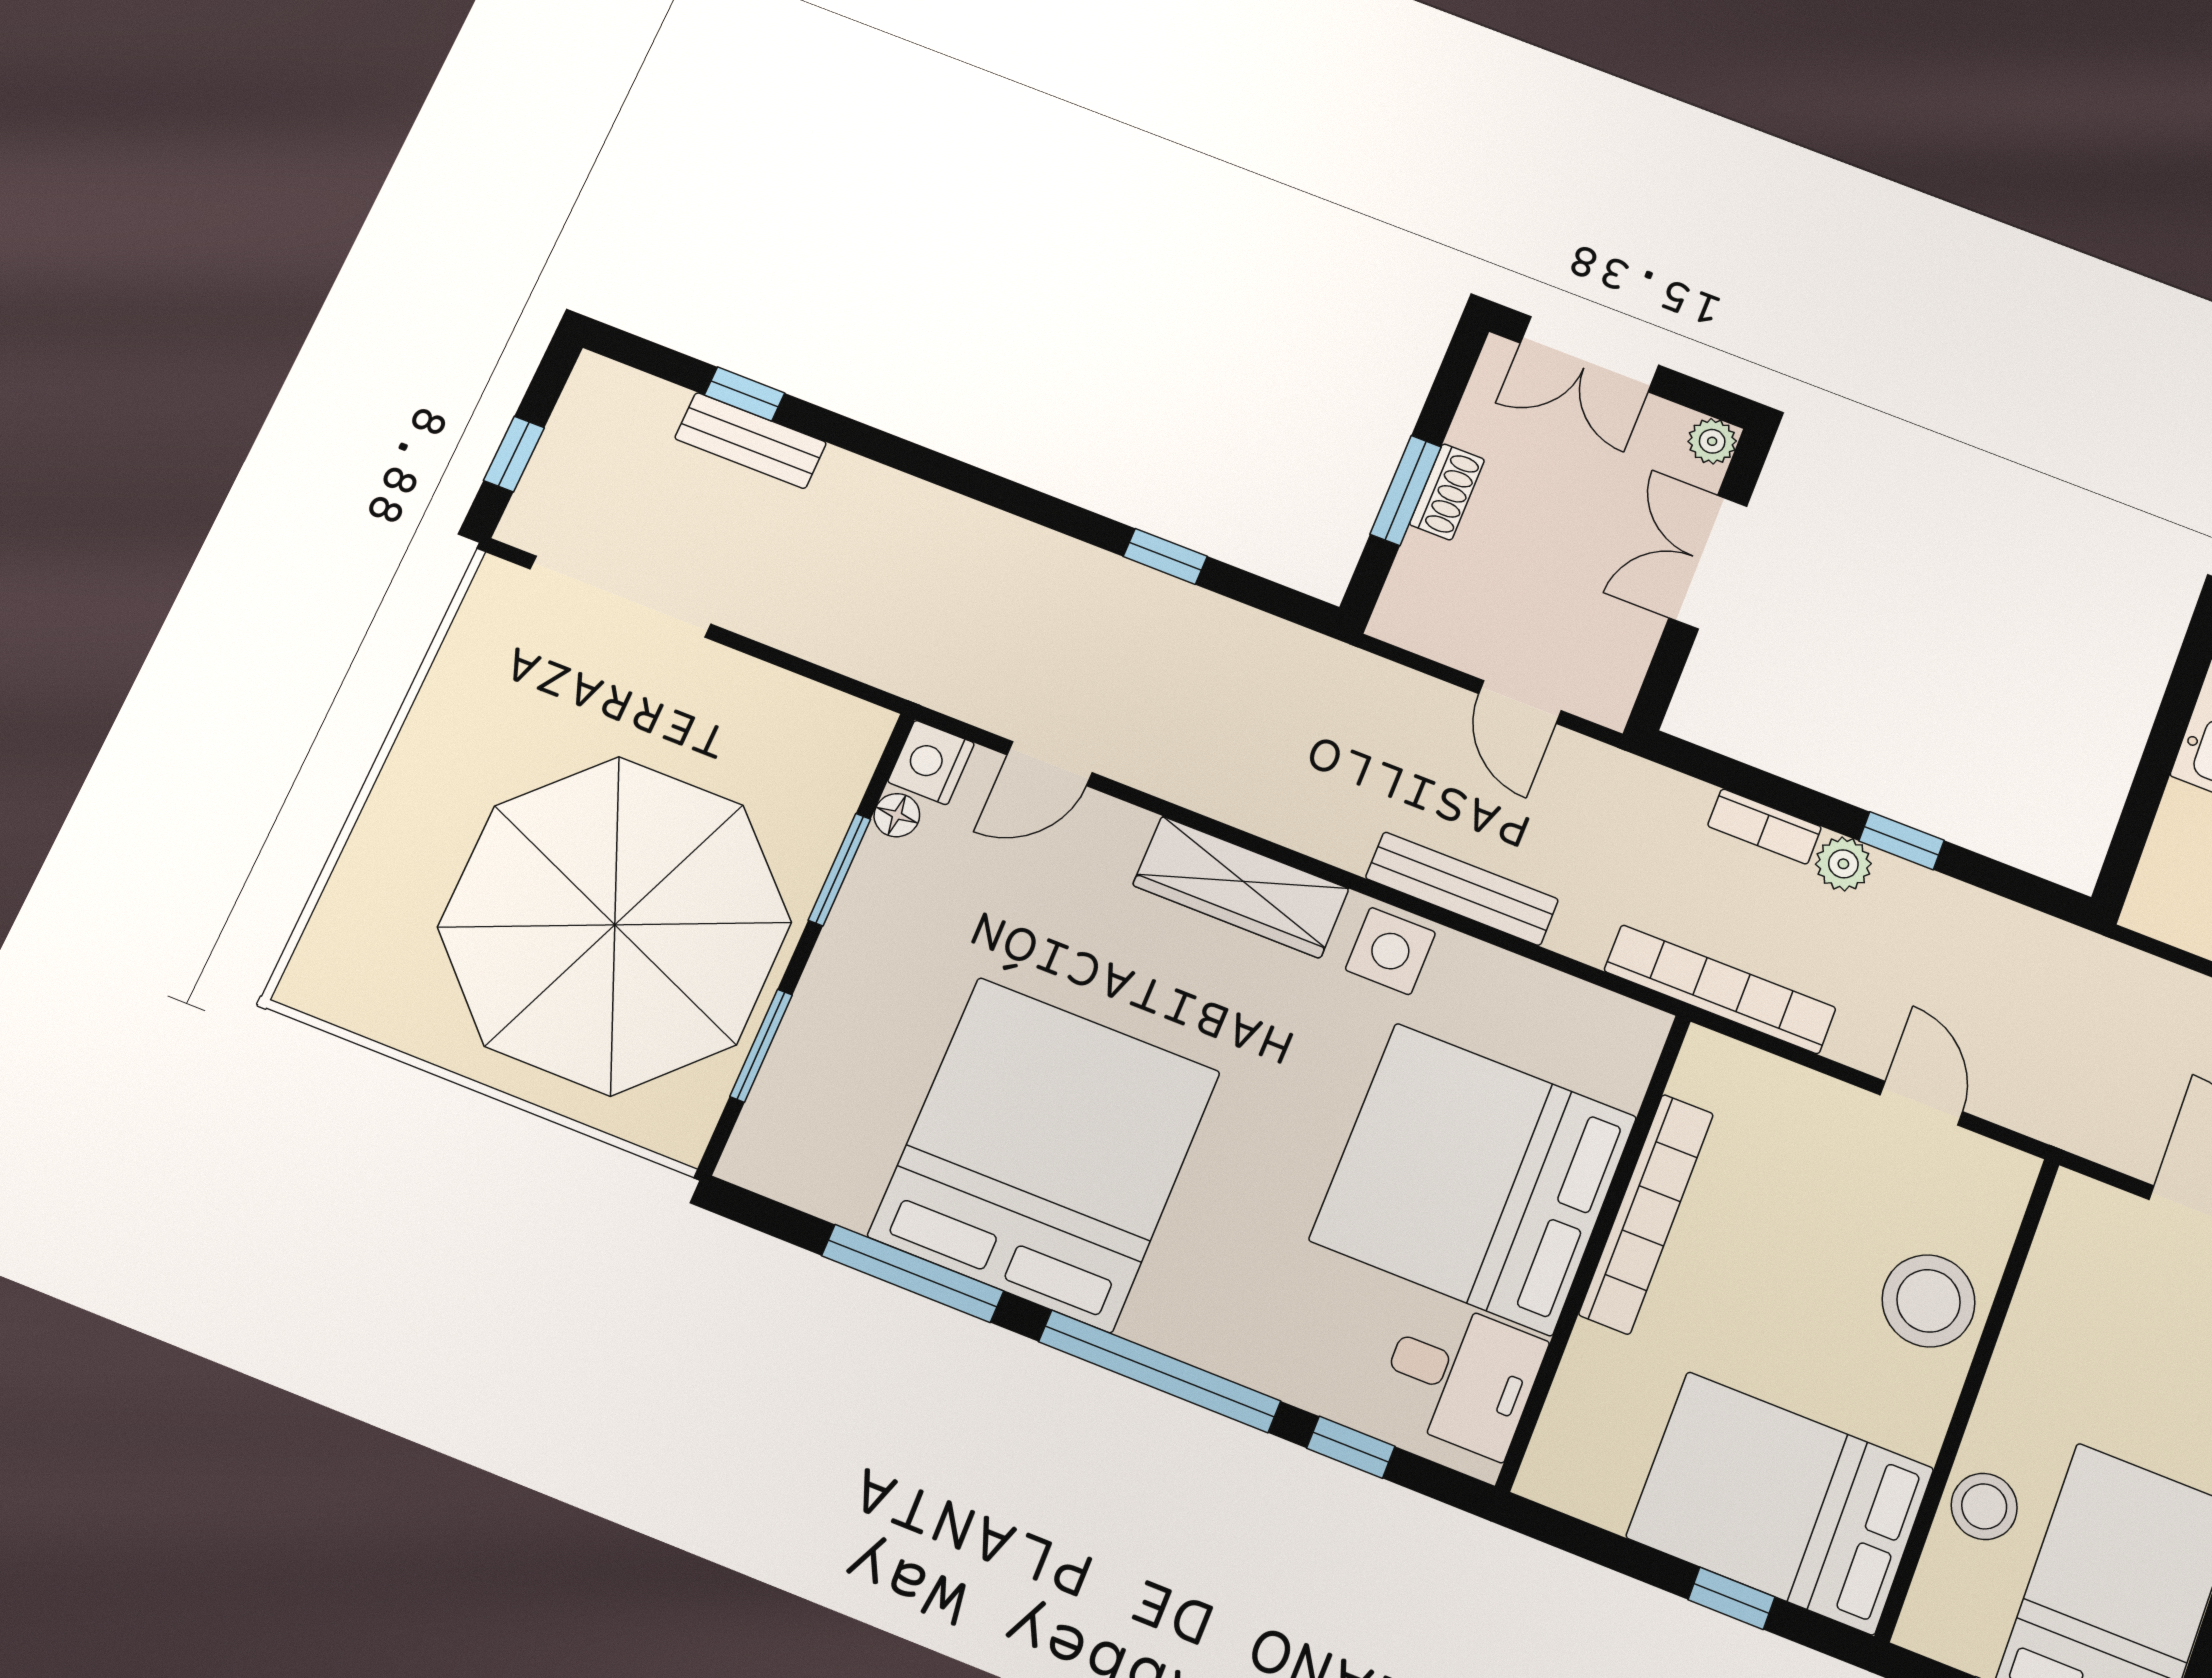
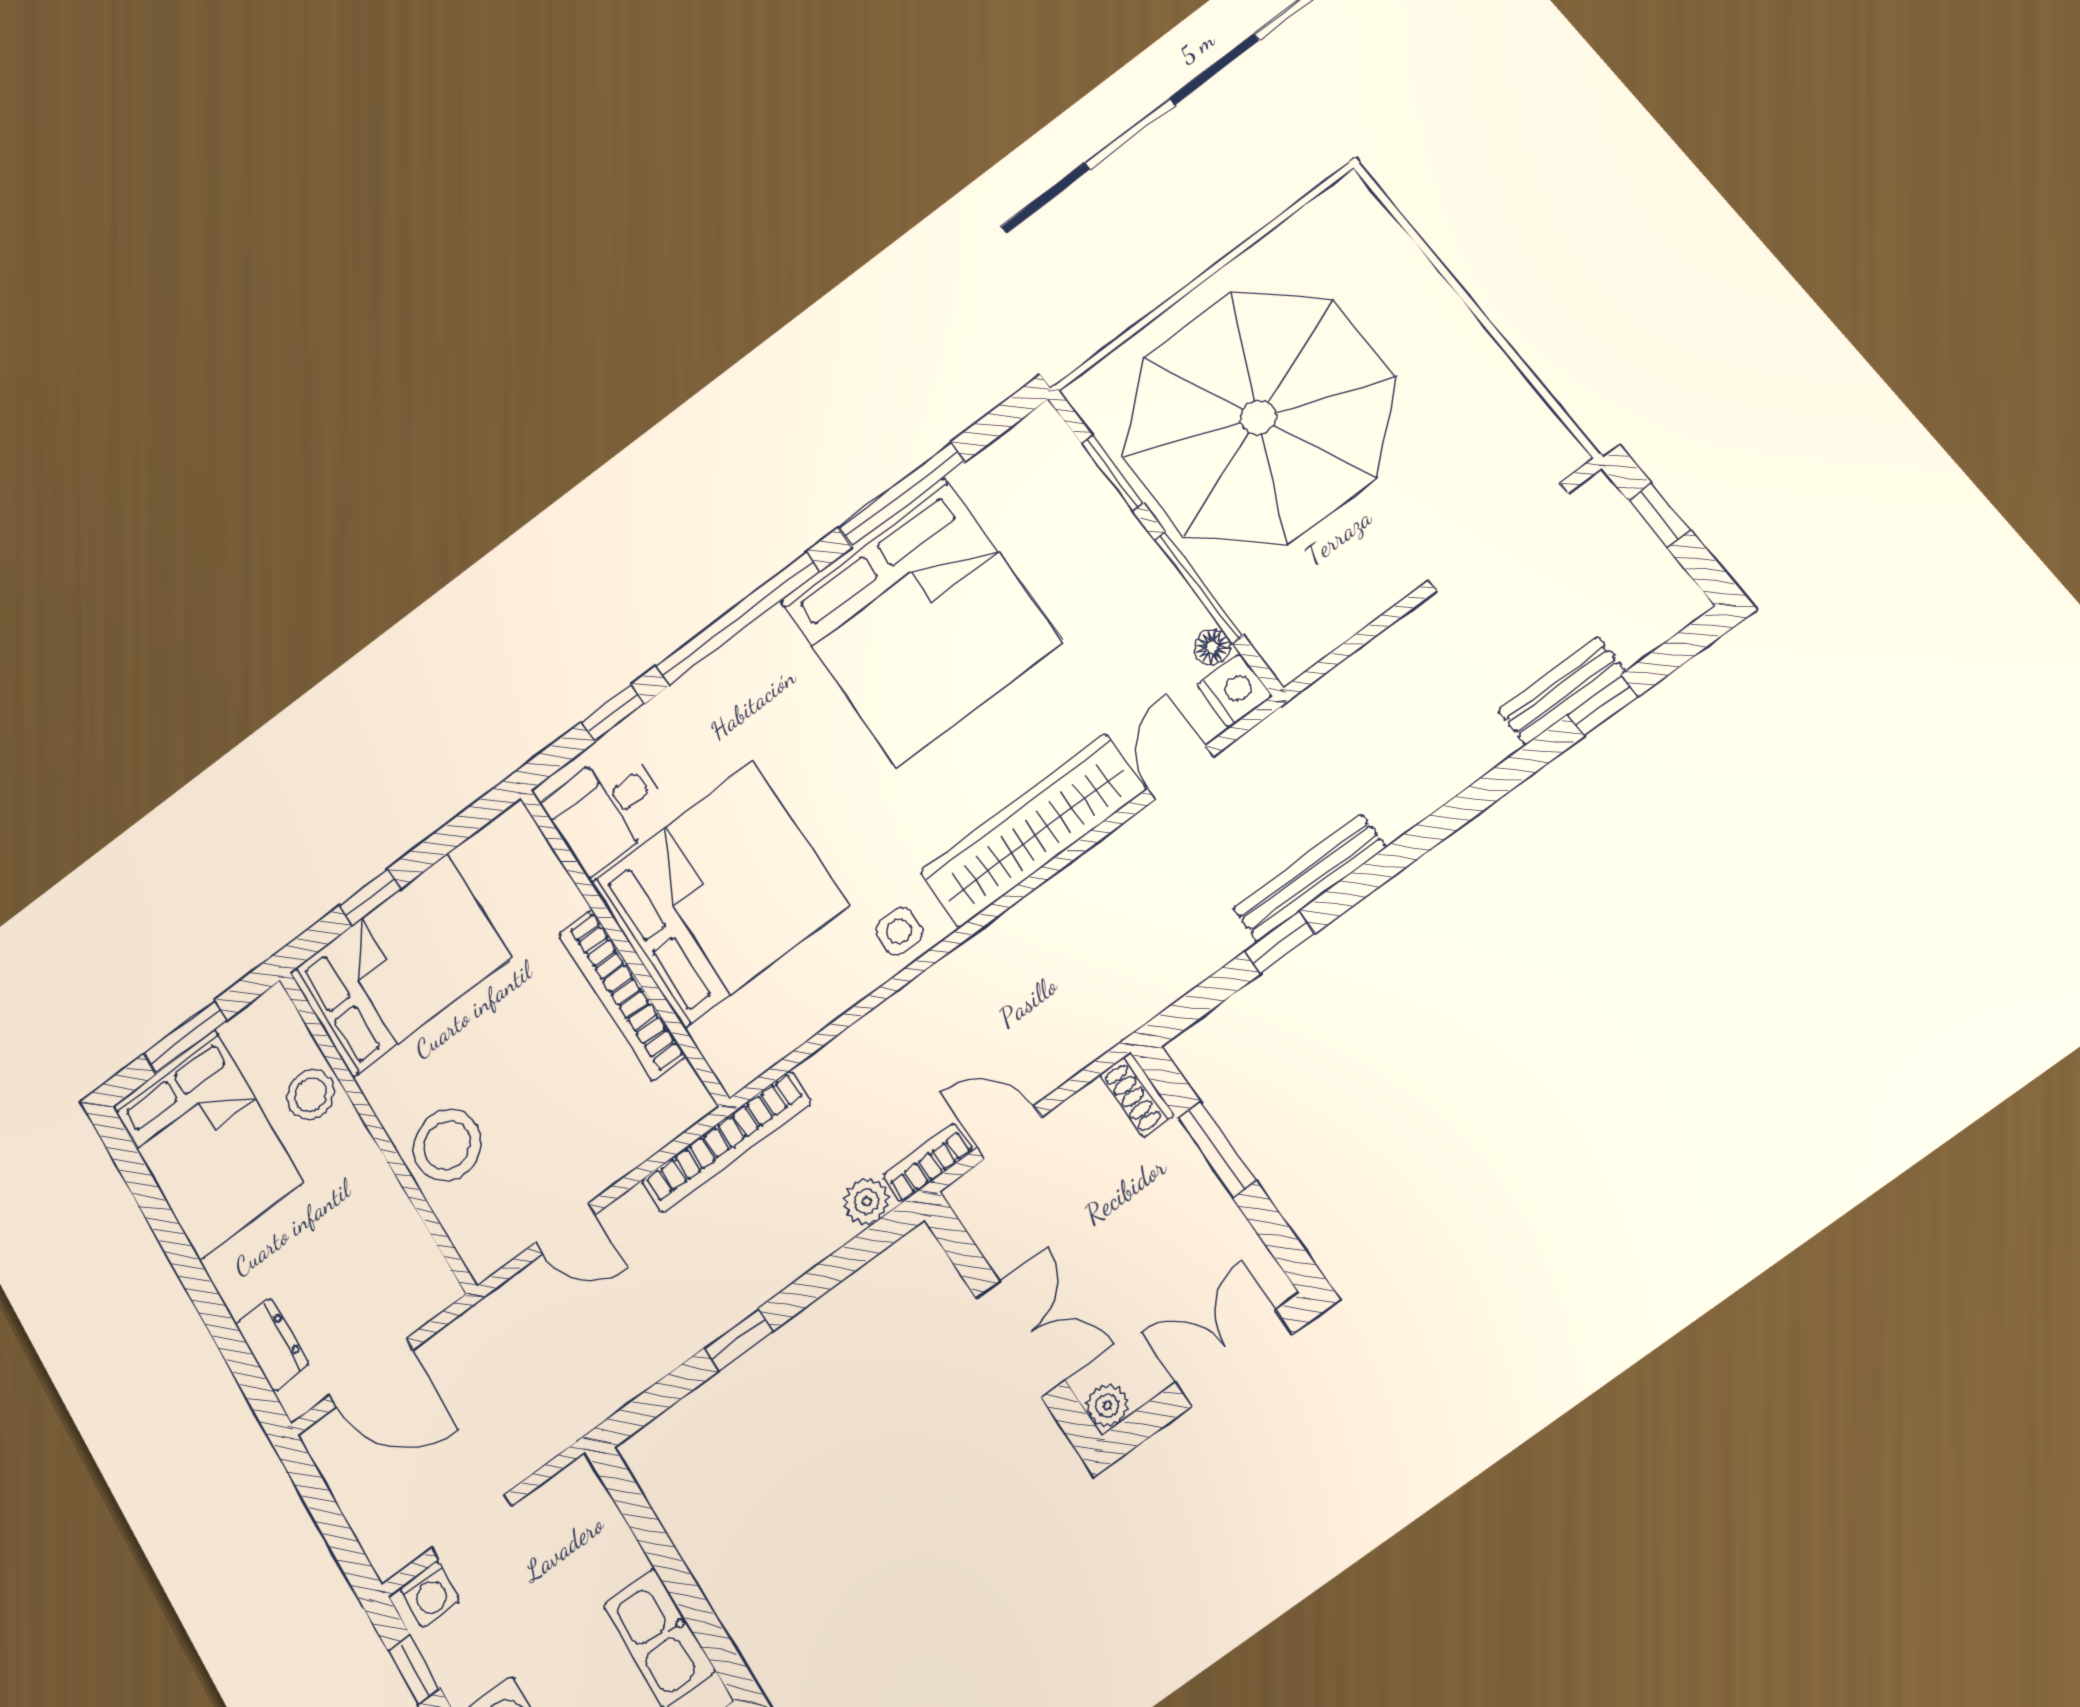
shoe rack: (1447, 492) -> (1137, 1095), moved
bookcase: (1764, 826) -> (928, 1163), moved
plant: (1843, 864) -> (866, 1201), moved
window: (840, 870) -> (1199, 588), width x1.44
wardrobe: (1241, 887) -> (1032, 831), width x1.40, depth x1.17
bench: (1462, 889) -> (1310, 878), moved
side table: (1390, 951) -> (899, 931), width x0.73, depth x0.73

